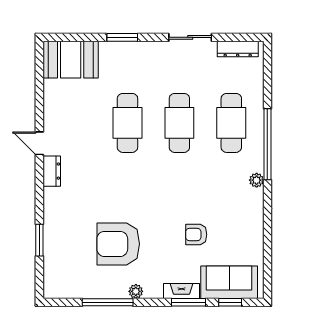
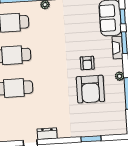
armchair: (196, 234) -> (87, 63), moved

